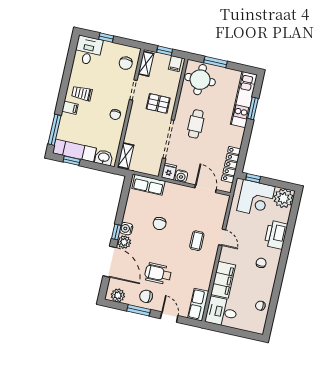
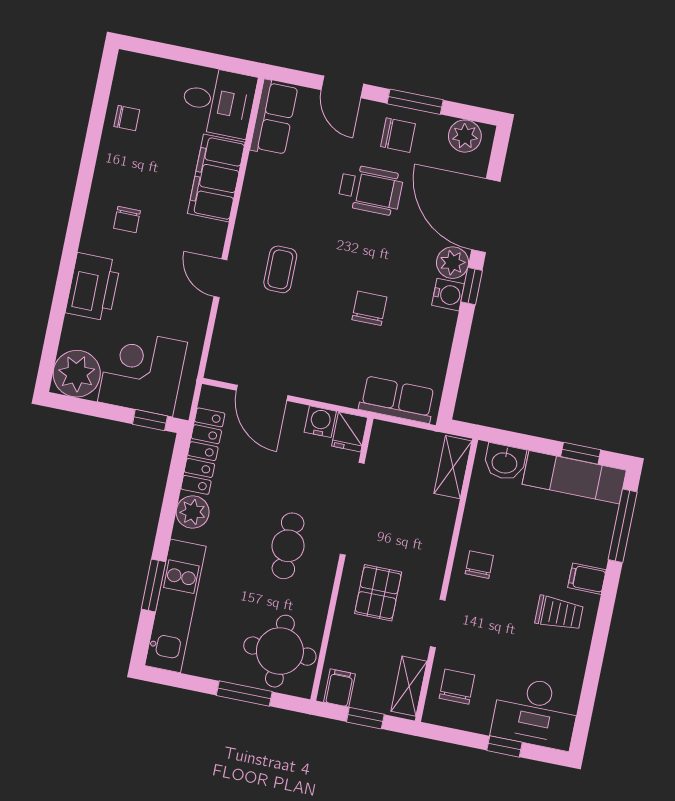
desk: (88, 51) -> (536, 713), width x1.37
pallet: (158, 103) -> (378, 593), turned 90
plant: (236, 139) -> (193, 512), added

